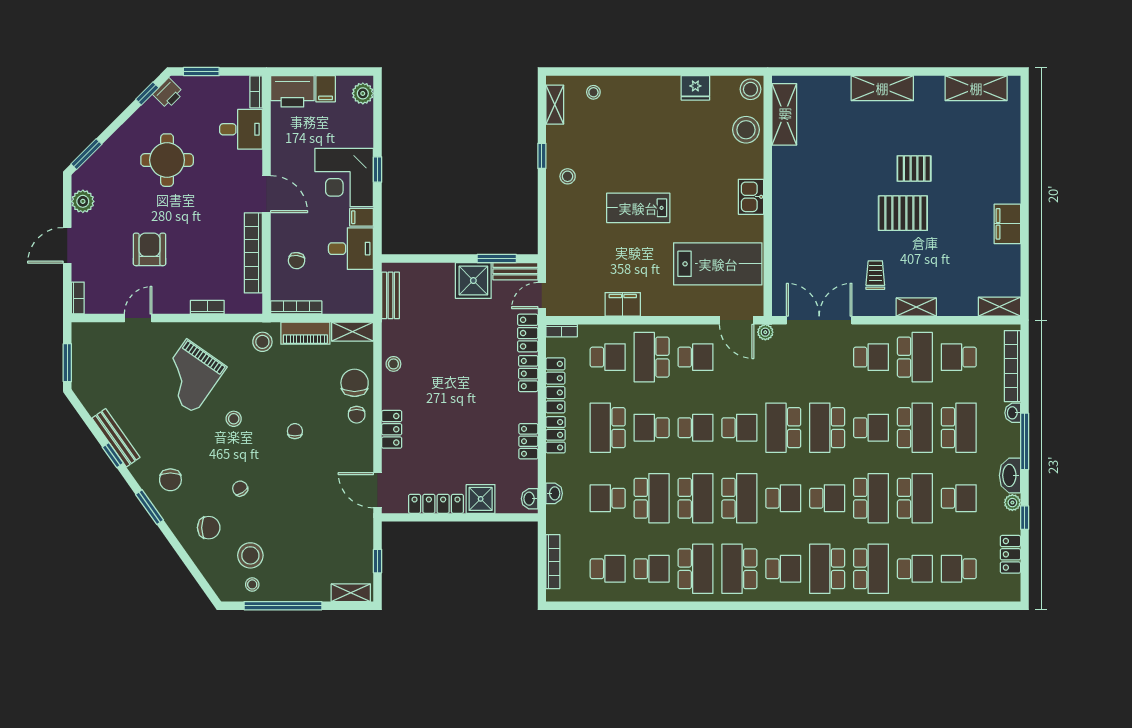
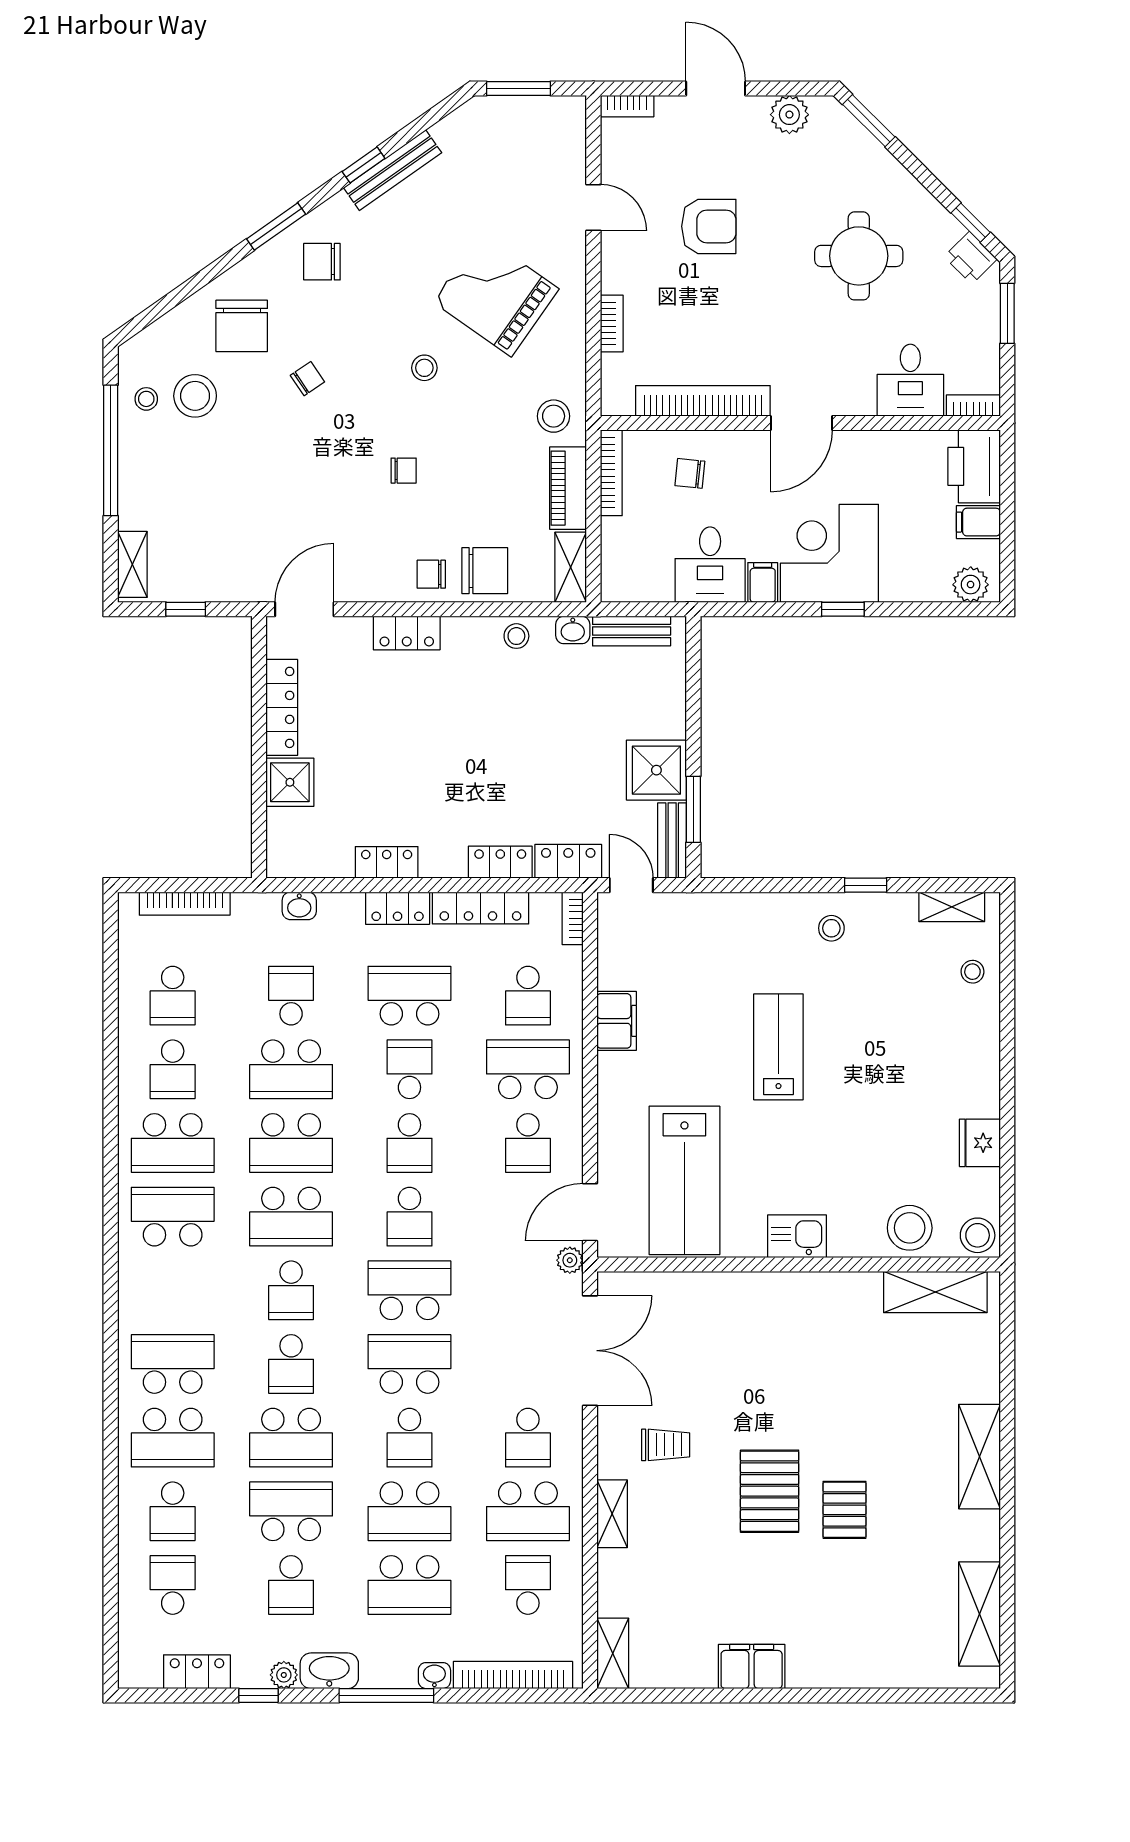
school desk: (915, 498) -> (291, 1511), turned 180
washbasin: (530, 499) -> (573, 630), moved, turned 180
chair: (209, 528) -> (242, 326), width x1.37, depth x1.37
school desk: (783, 569) -> (173, 1290), removed

